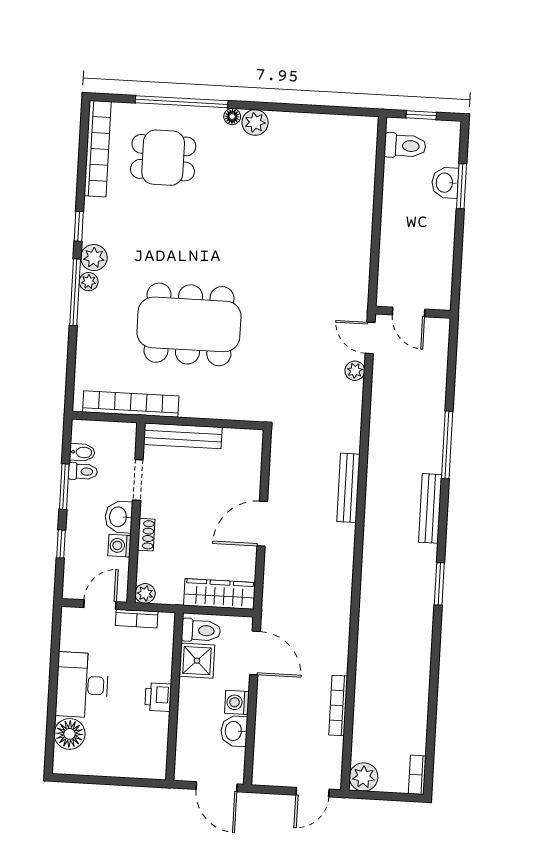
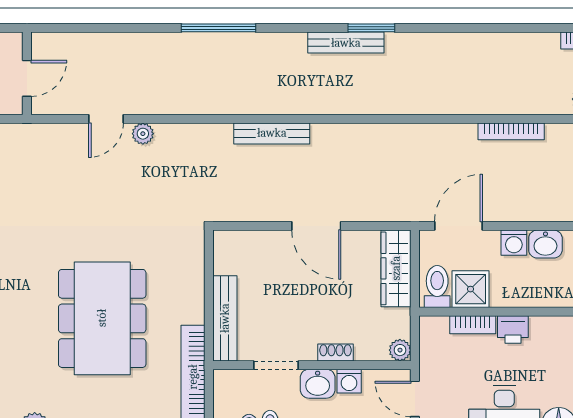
door: (409, 312) -> (27, 78), moved
wall: (413, 312) -> (27, 73), moved
bench: (430, 508) -> (346, 43), moved
bookcase: (137, 619) -> (473, 325), moved, turned 90

